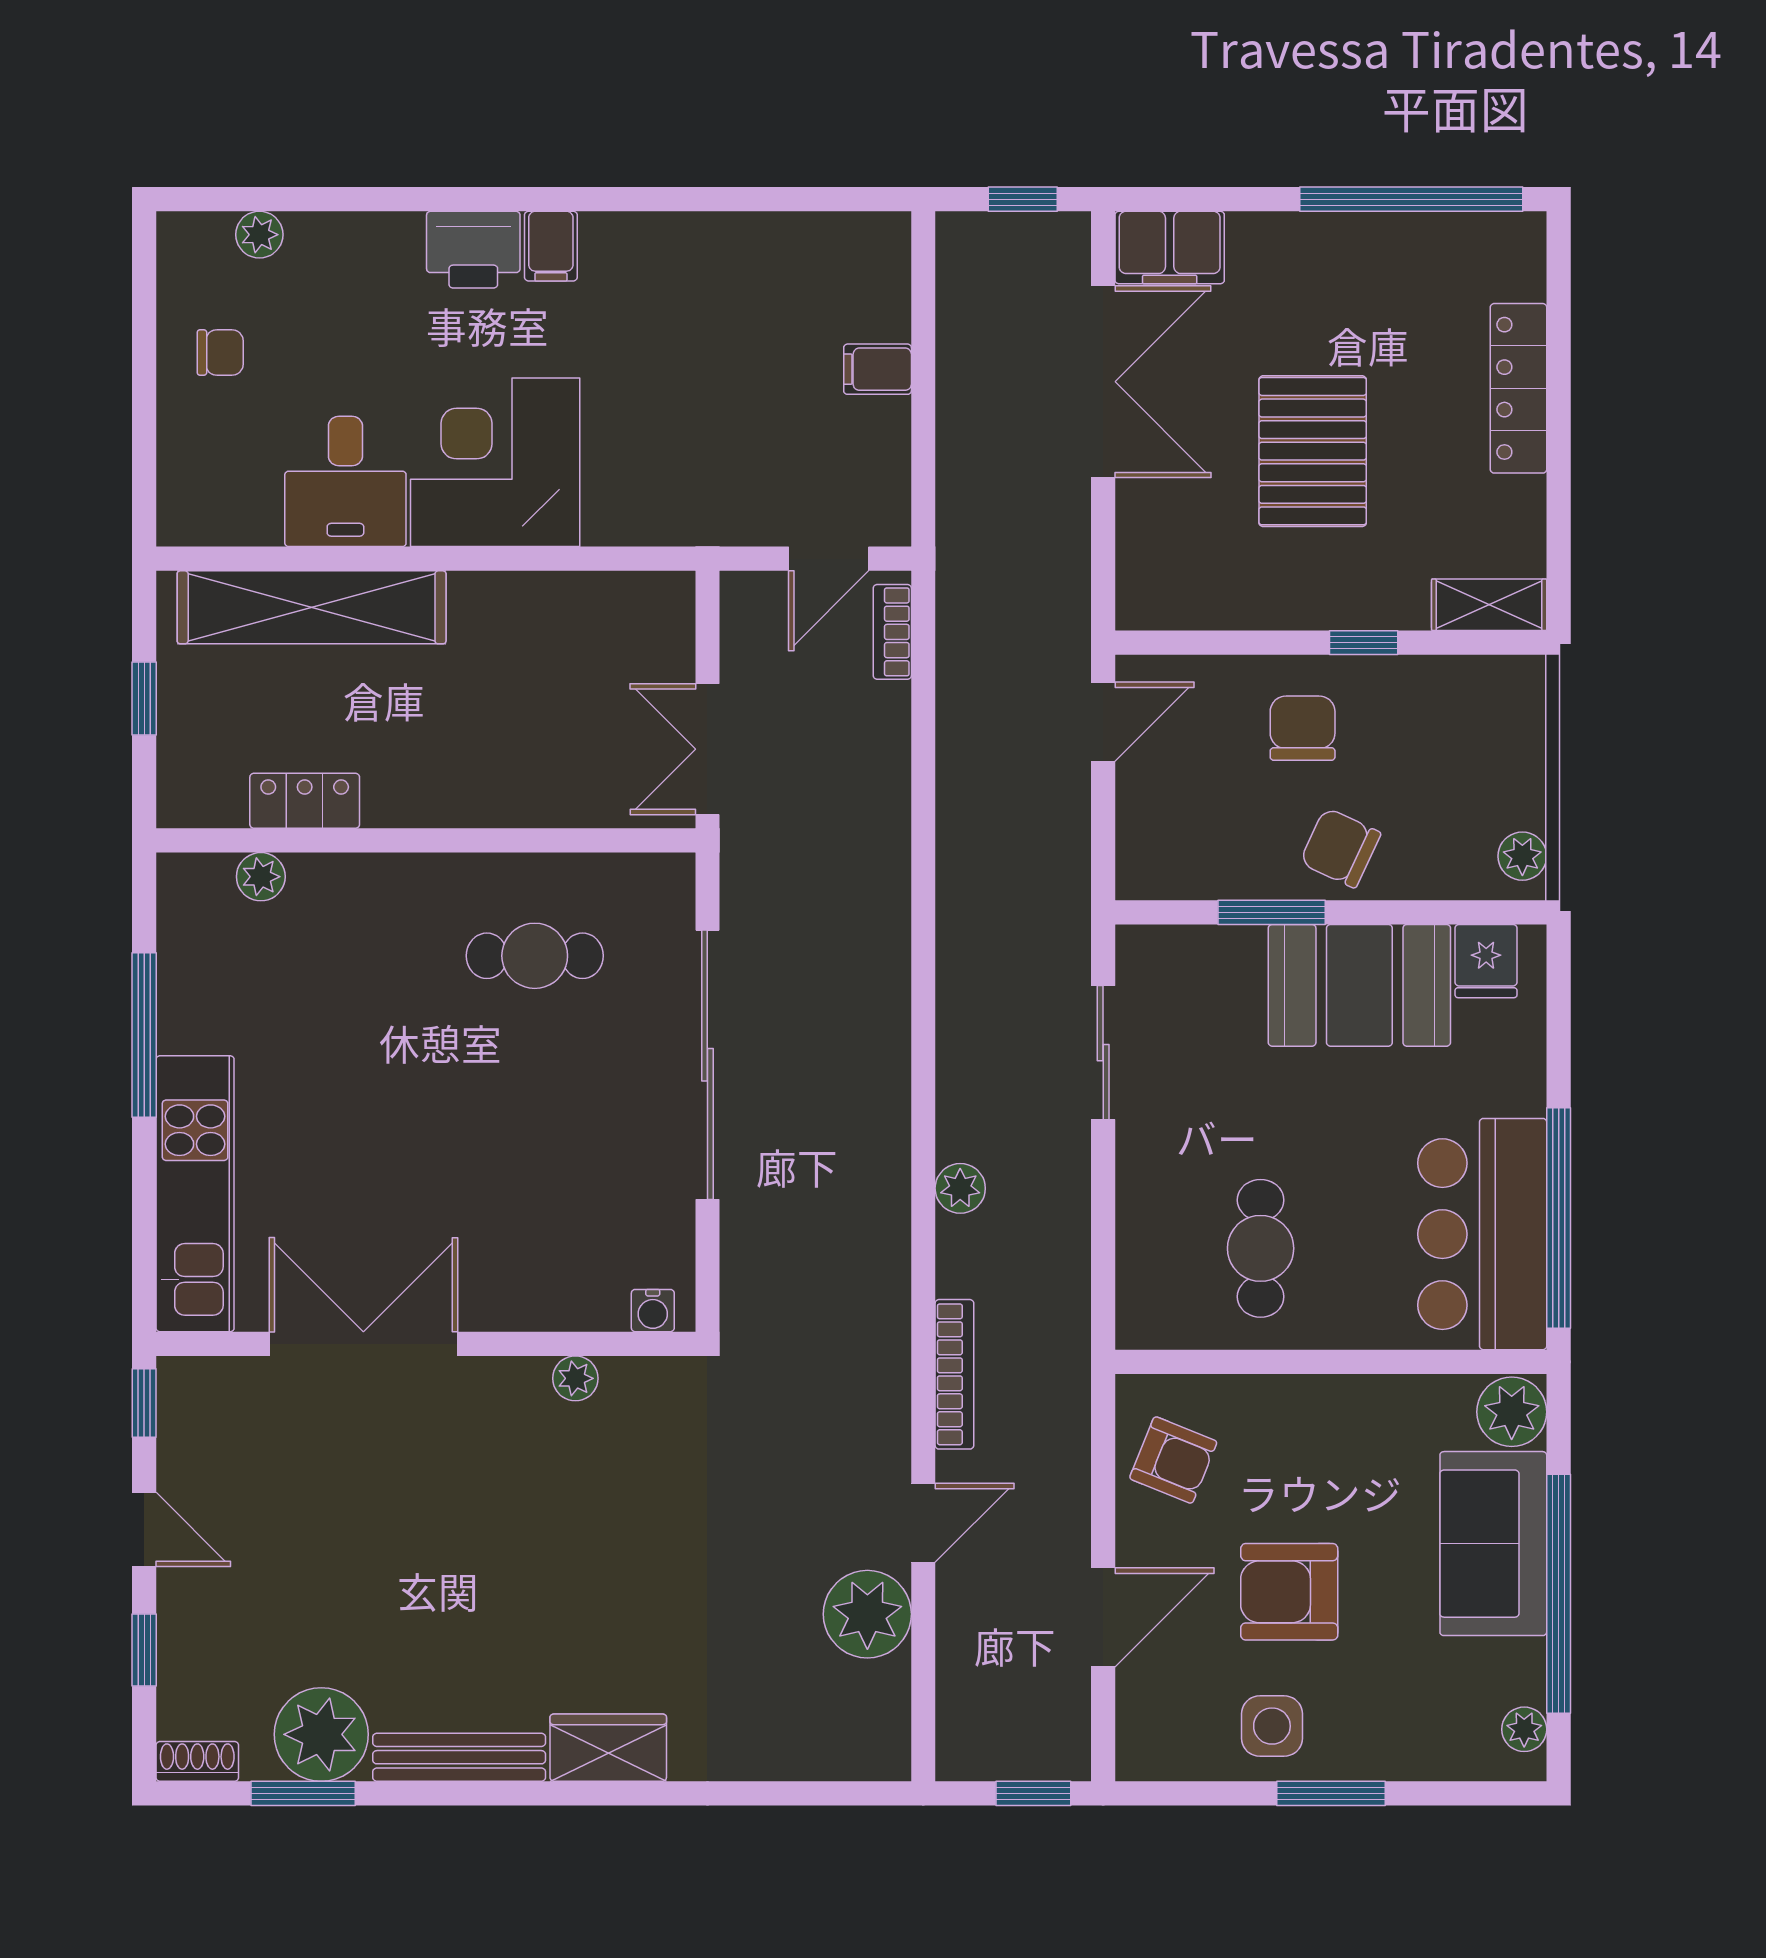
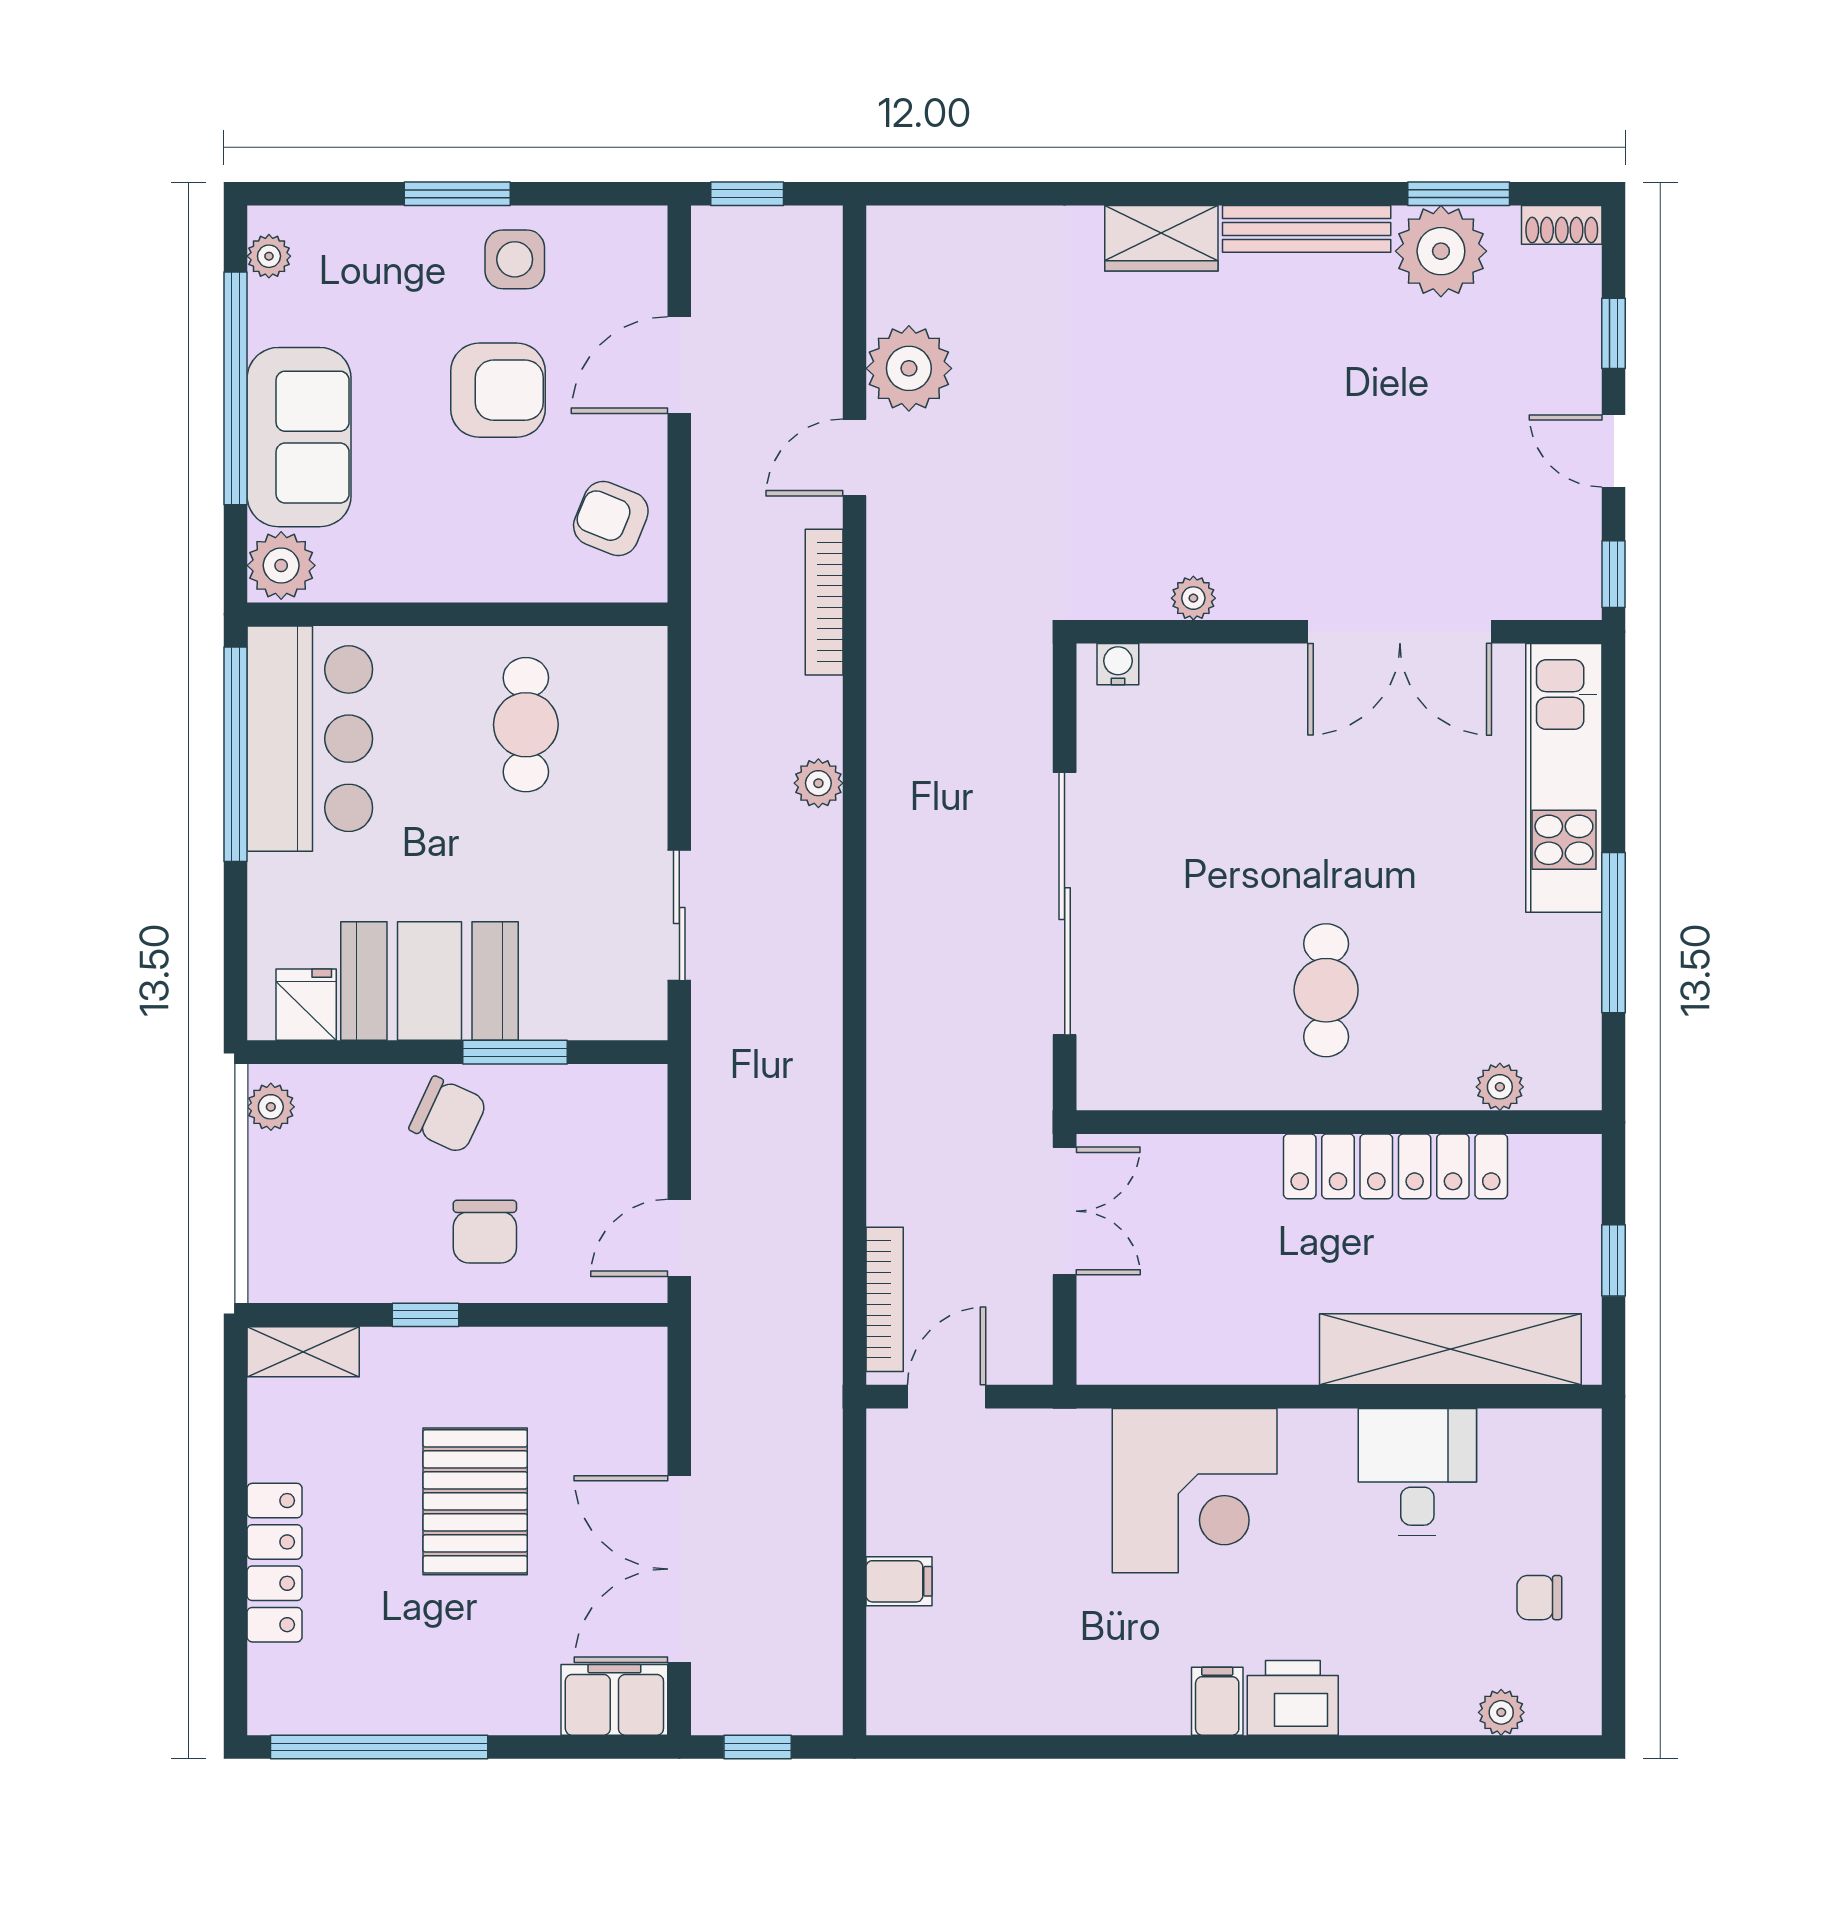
corner desk: (495, 462) -> (1195, 1491), moved
bookcase: (892, 632) -> (885, 1299), width x1.56
locker: (305, 801) -> (1395, 1166), width x2.16, depth x1.21
cafe table: (535, 956) -> (1326, 990), moved, turned 90

